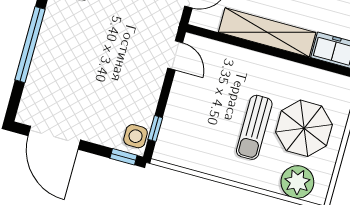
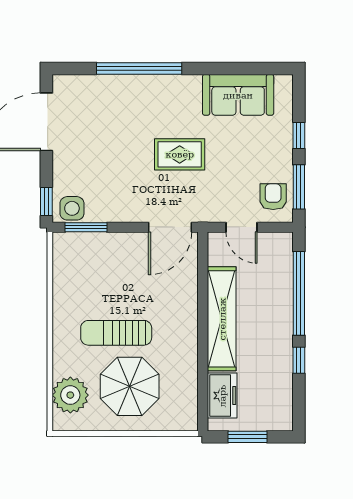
rug: (114, 30) -> (180, 154), added
door: (175, 55) -> (170, 227), width x1.38
window: (155, 128) -> (86, 227), width x1.50

